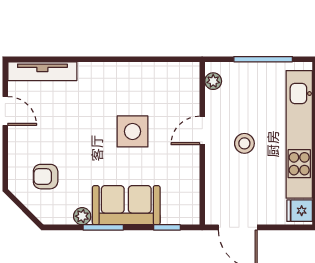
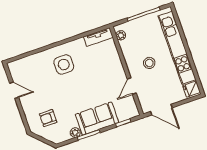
tv unit: (42, 71) -> (98, 37), moved, width x0.71
door: (202, 130) -> (132, 86), moved
side table: (132, 131) -> (64, 64), moved

